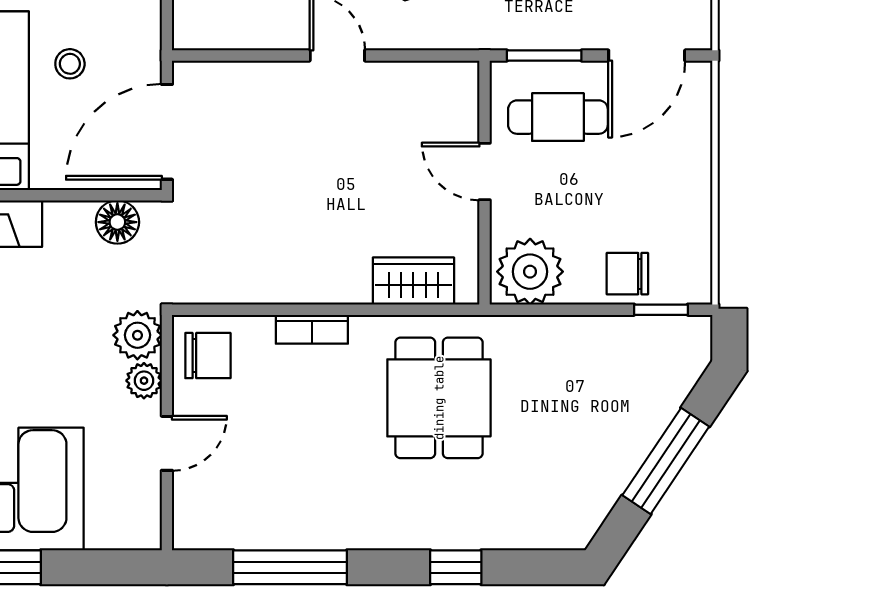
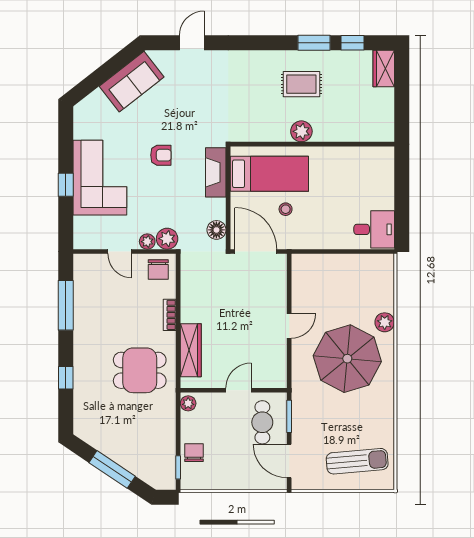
plant: (530, 272) -> (188, 403), width x0.53, depth x0.53
wardrobe: (413, 281) -> (191, 350), width x1.50

